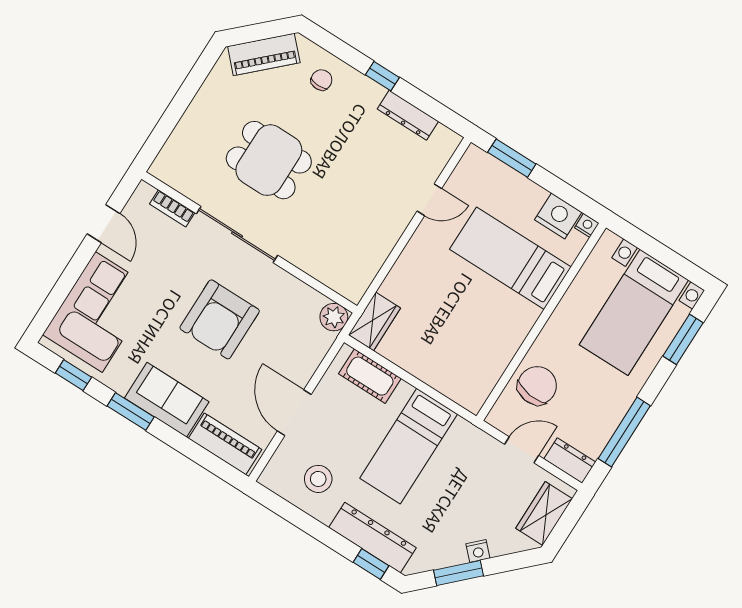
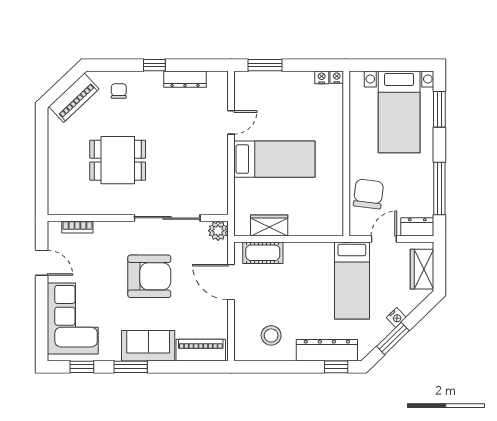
nightstand: (558, 216) -> (322, 77), width x0.53, depth x0.56
sliding door: (237, 235) -> (167, 218), moved
bed: (510, 258) -> (274, 159), moved, turned 180
armchair: (220, 319) -> (149, 276), turned -90
wardrobe: (374, 321) -> (269, 225), moved, turned -90
door: (294, 413) -> (231, 282), moved
bed: (409, 446) -> (352, 280), moved

